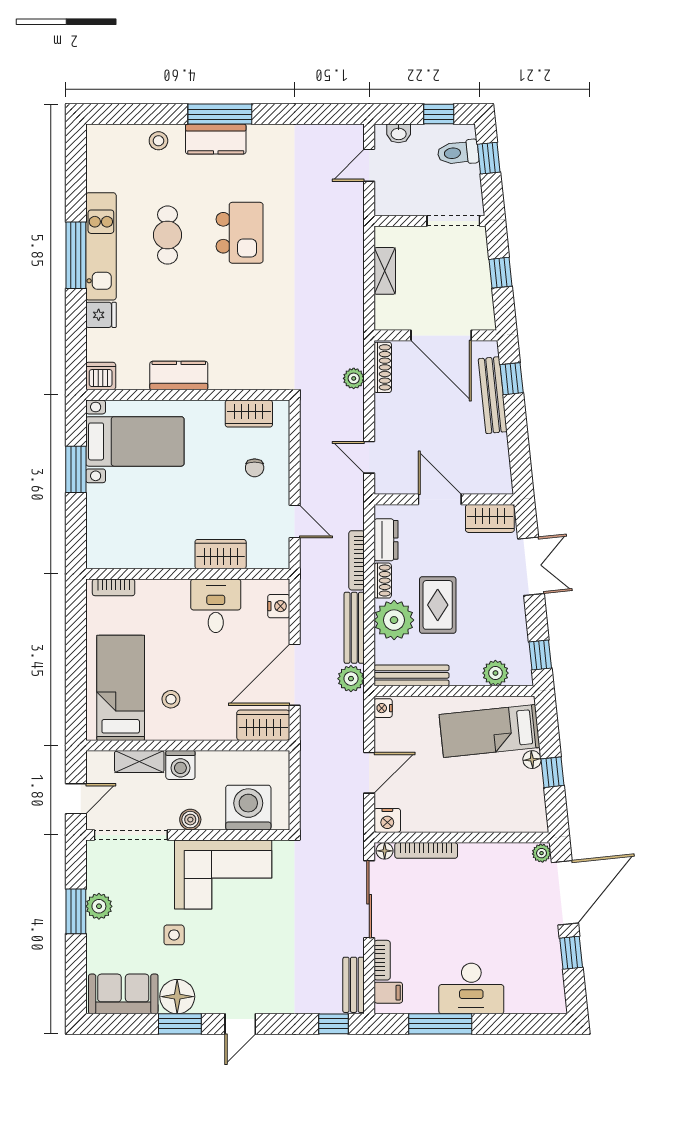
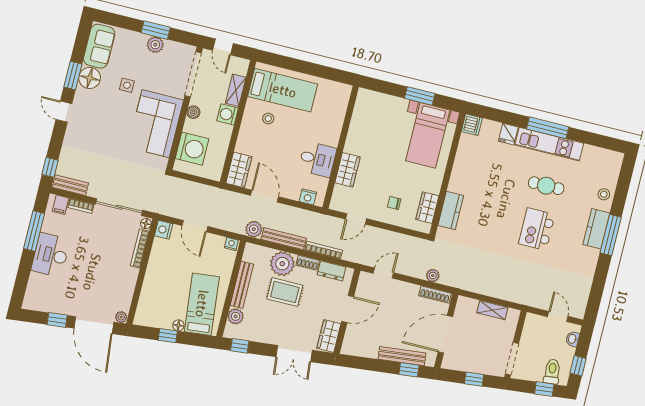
kitchen island: (240, 233) -> (537, 229), turned 90
kitchen counter: (179, 376) -> (451, 210), moved
bookcase: (114, 587) -> (344, 101), removed
door: (295, 675) -> (264, 196), width x0.73
bench: (411, 675) -> (242, 285), moved

